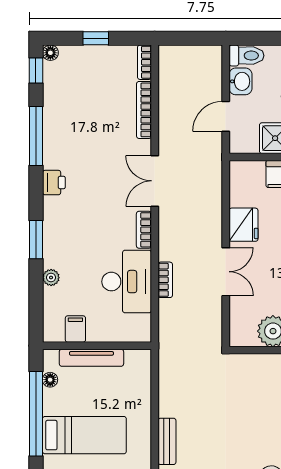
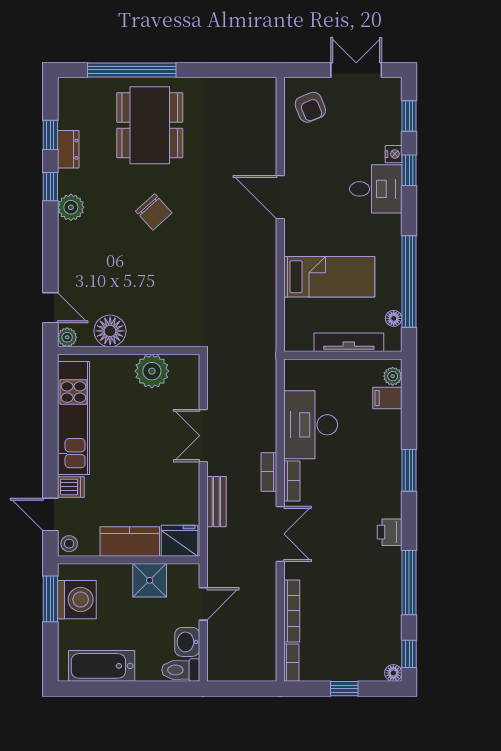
fridge: (243, 225) -> (180, 541), moved, turned 90
plant: (51, 278) -> (393, 376), moved
bookcase: (165, 280) -> (269, 472), moved
filing cabinet: (75, 329) -> (387, 398), moved, turned 90
bed: (84, 435) -> (329, 277), moved, turned 180
bench: (167, 441) -> (216, 502), moved

